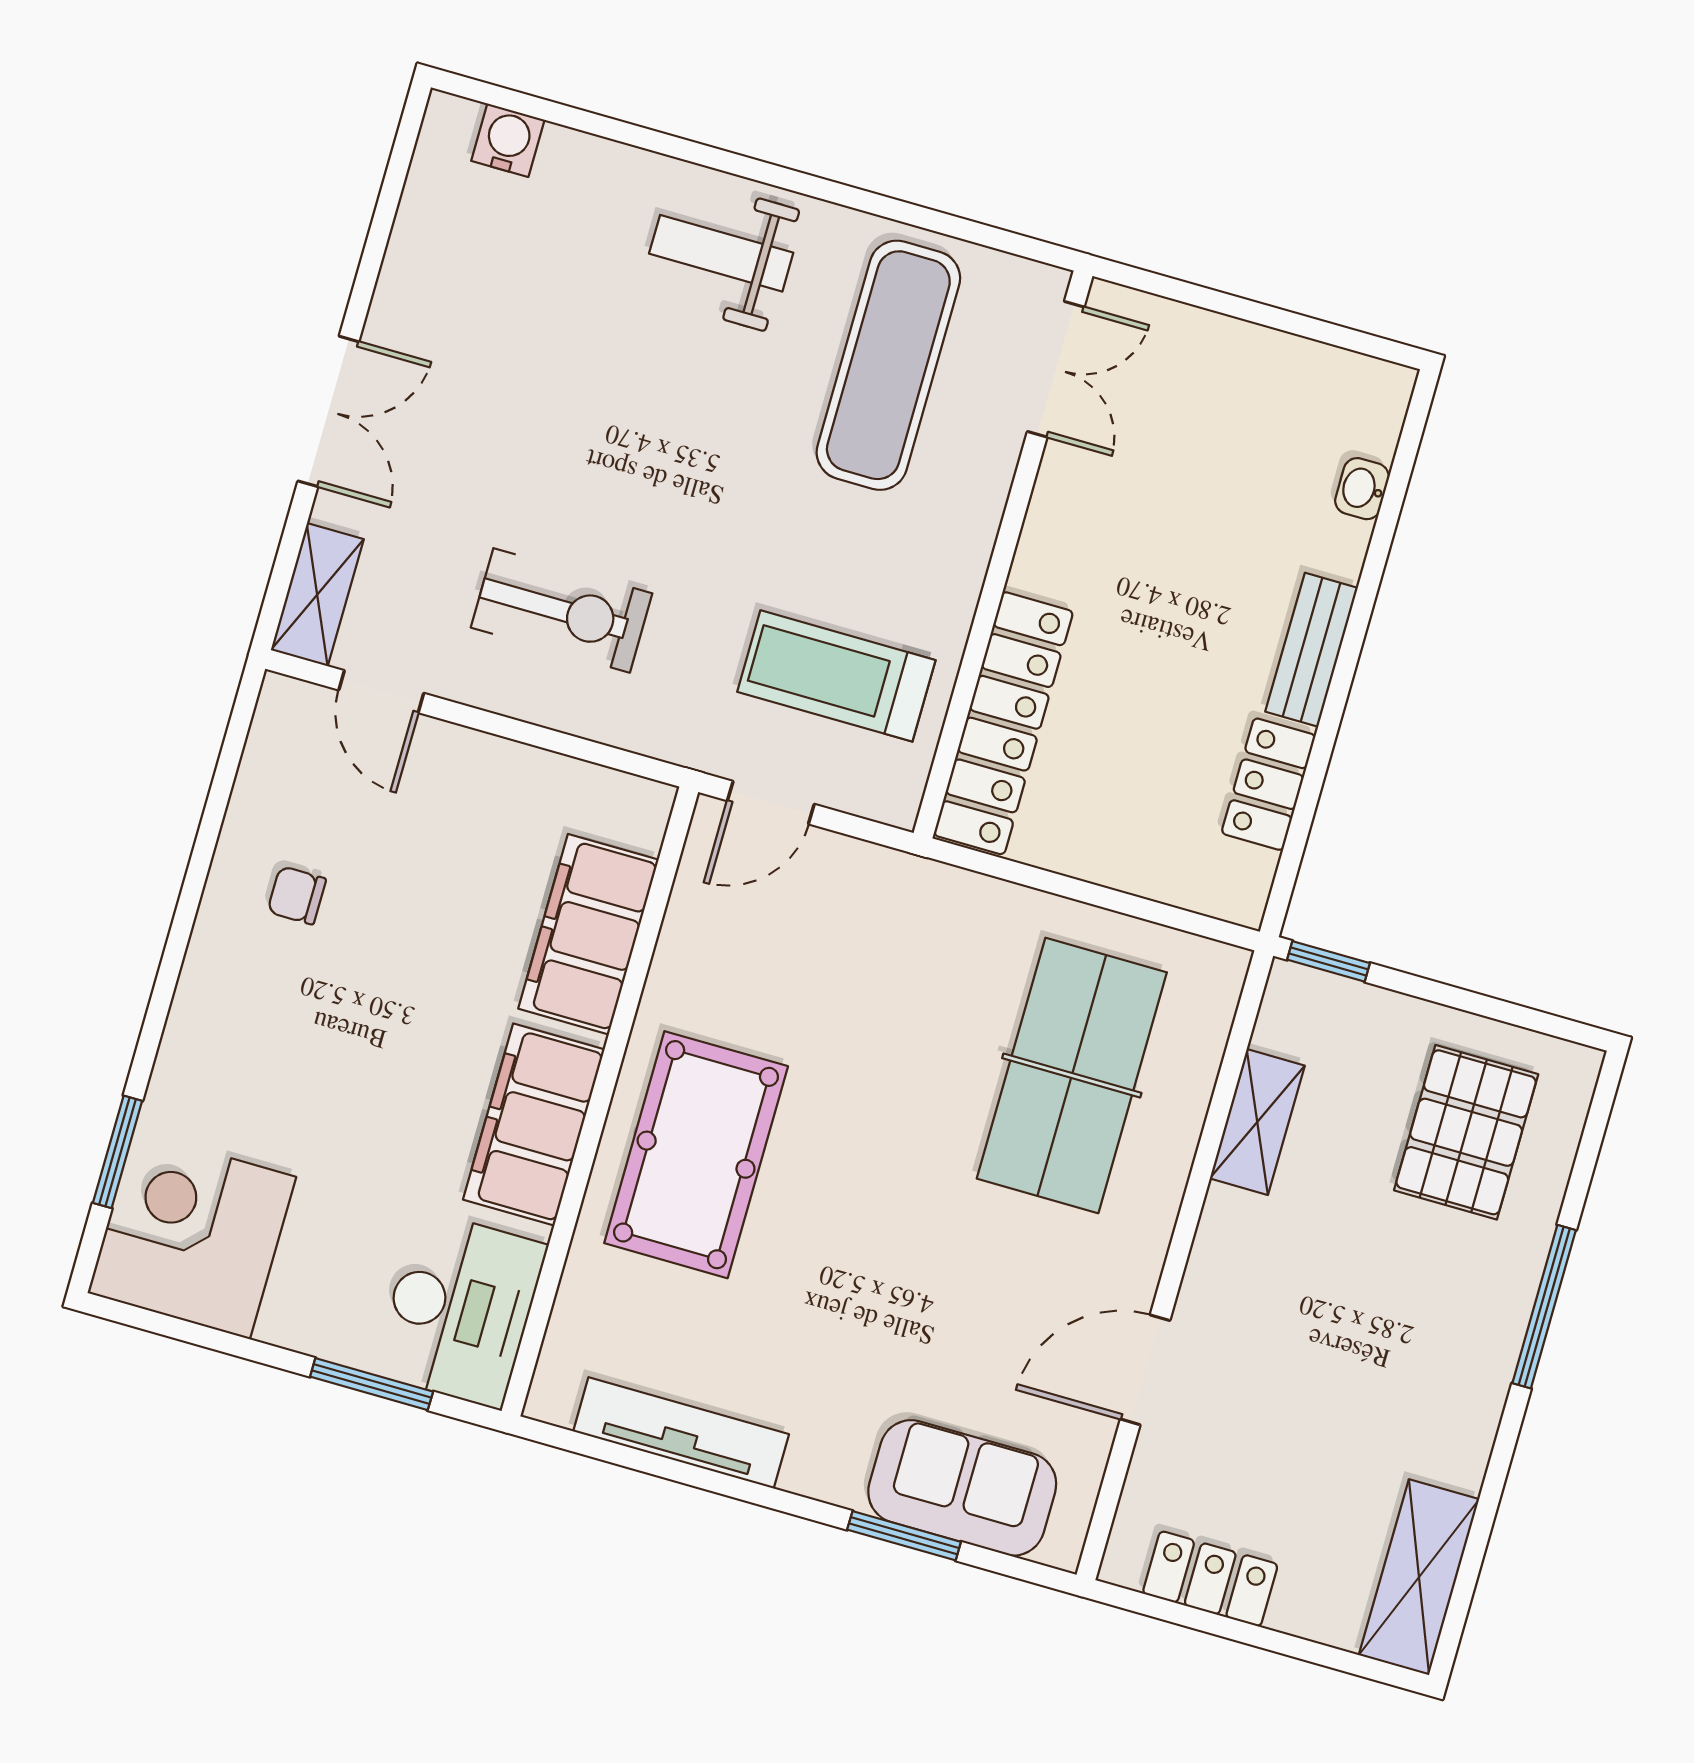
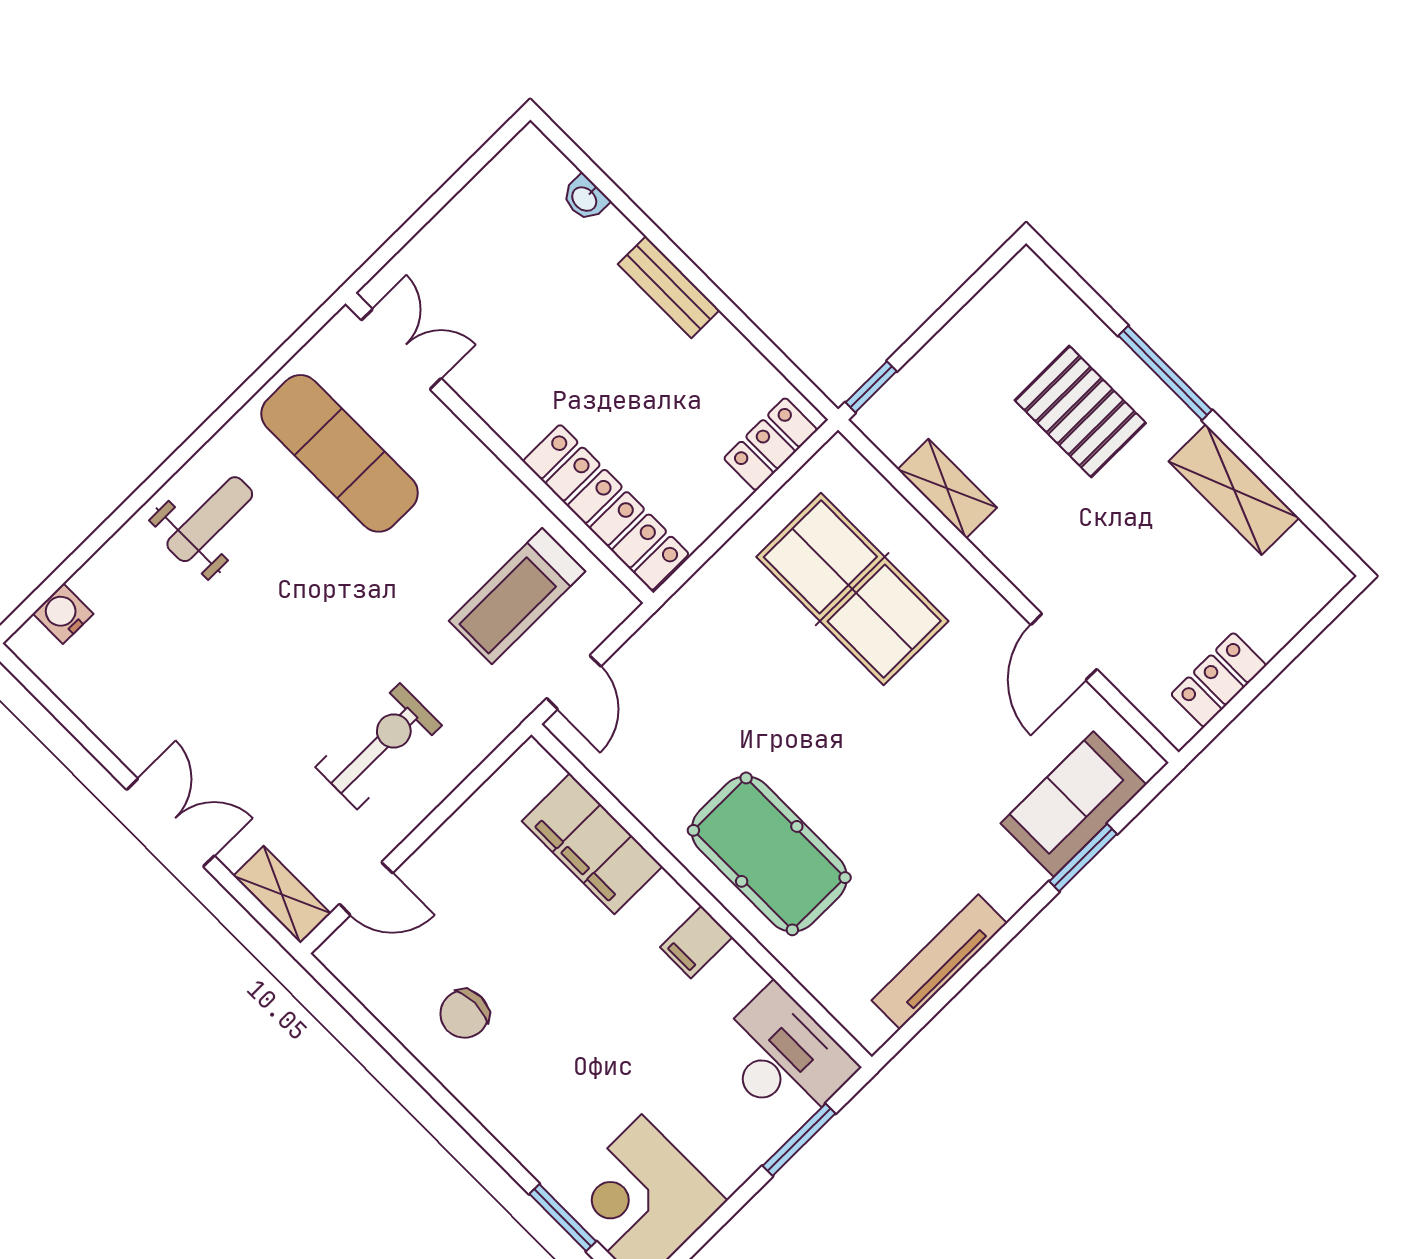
weight bench: (721, 253) -> (210, 519), turned 180
locker: (1268, 784) -> (771, 444), moved, turned 90
chair: (297, 895) -> (464, 1014), width x1.37, depth x1.37
filing cabinet: (534, 1124) -> (696, 942), width x0.33, depth x0.86
pallet: (1466, 1132) -> (1080, 412), moved
shelving: (1419, 1577) -> (1234, 490), moved

